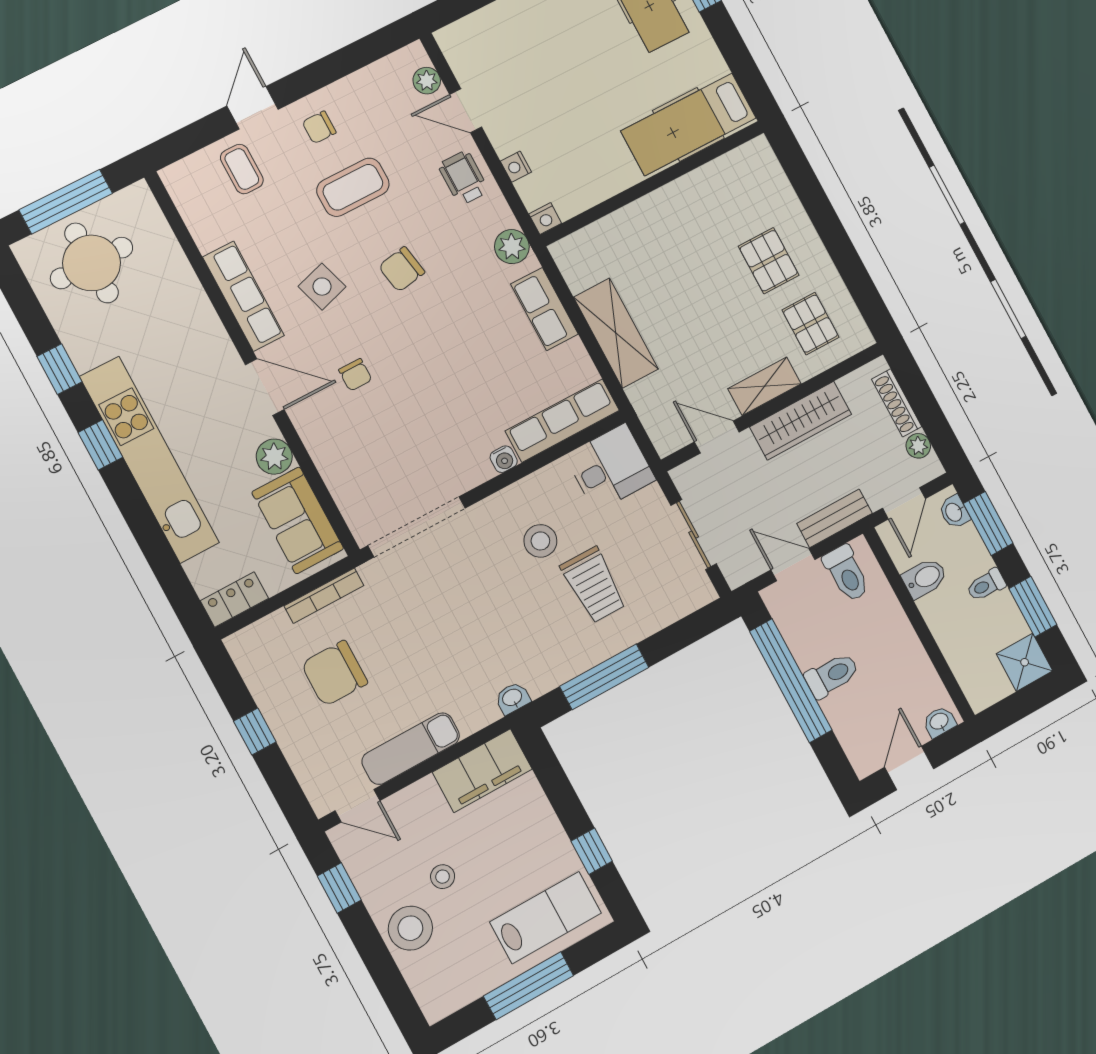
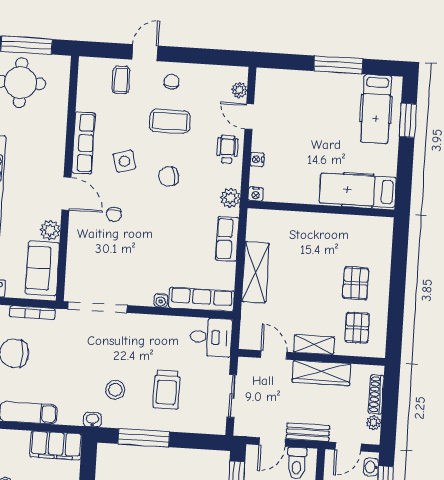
chair: (319, 127) -> (172, 82), turned 90
stool: (540, 541) -> (115, 390), moved
door: (793, 565) -> (272, 442), swing flipped

